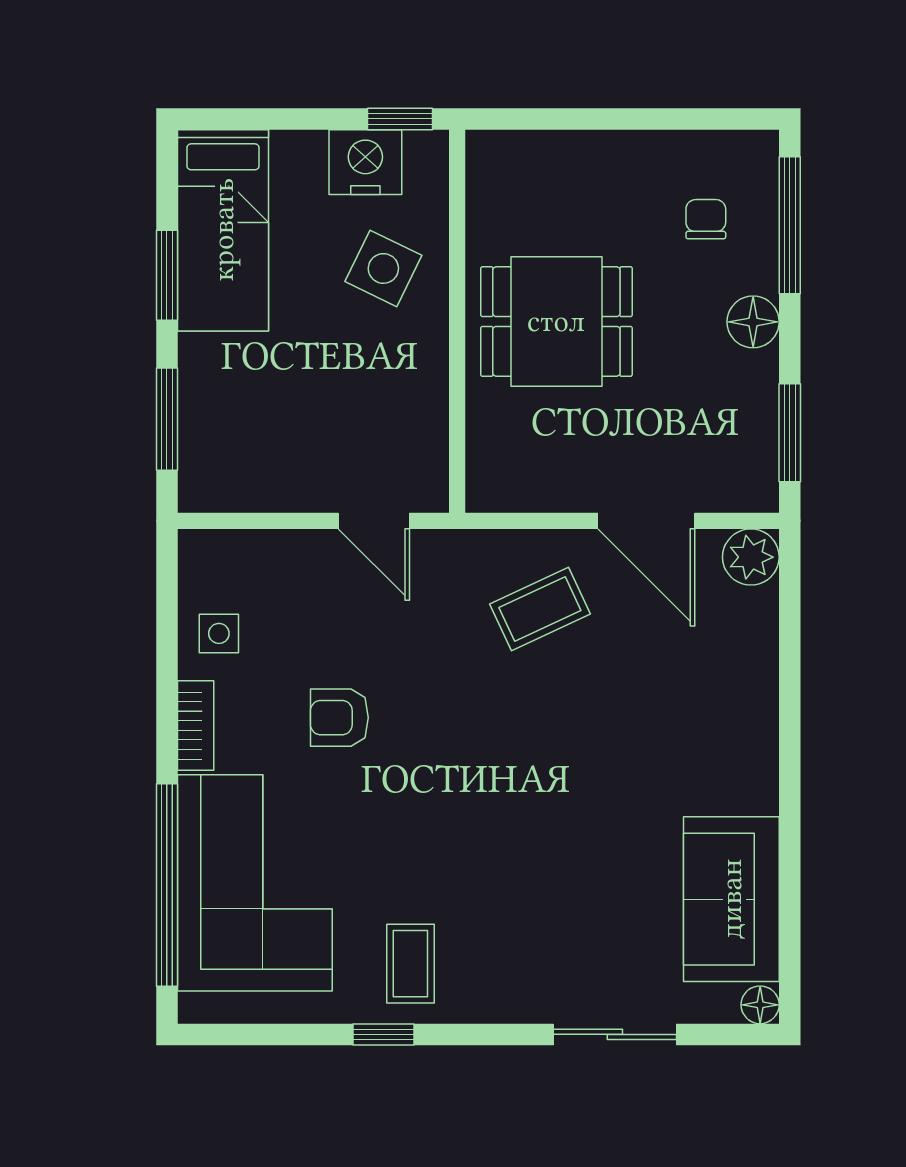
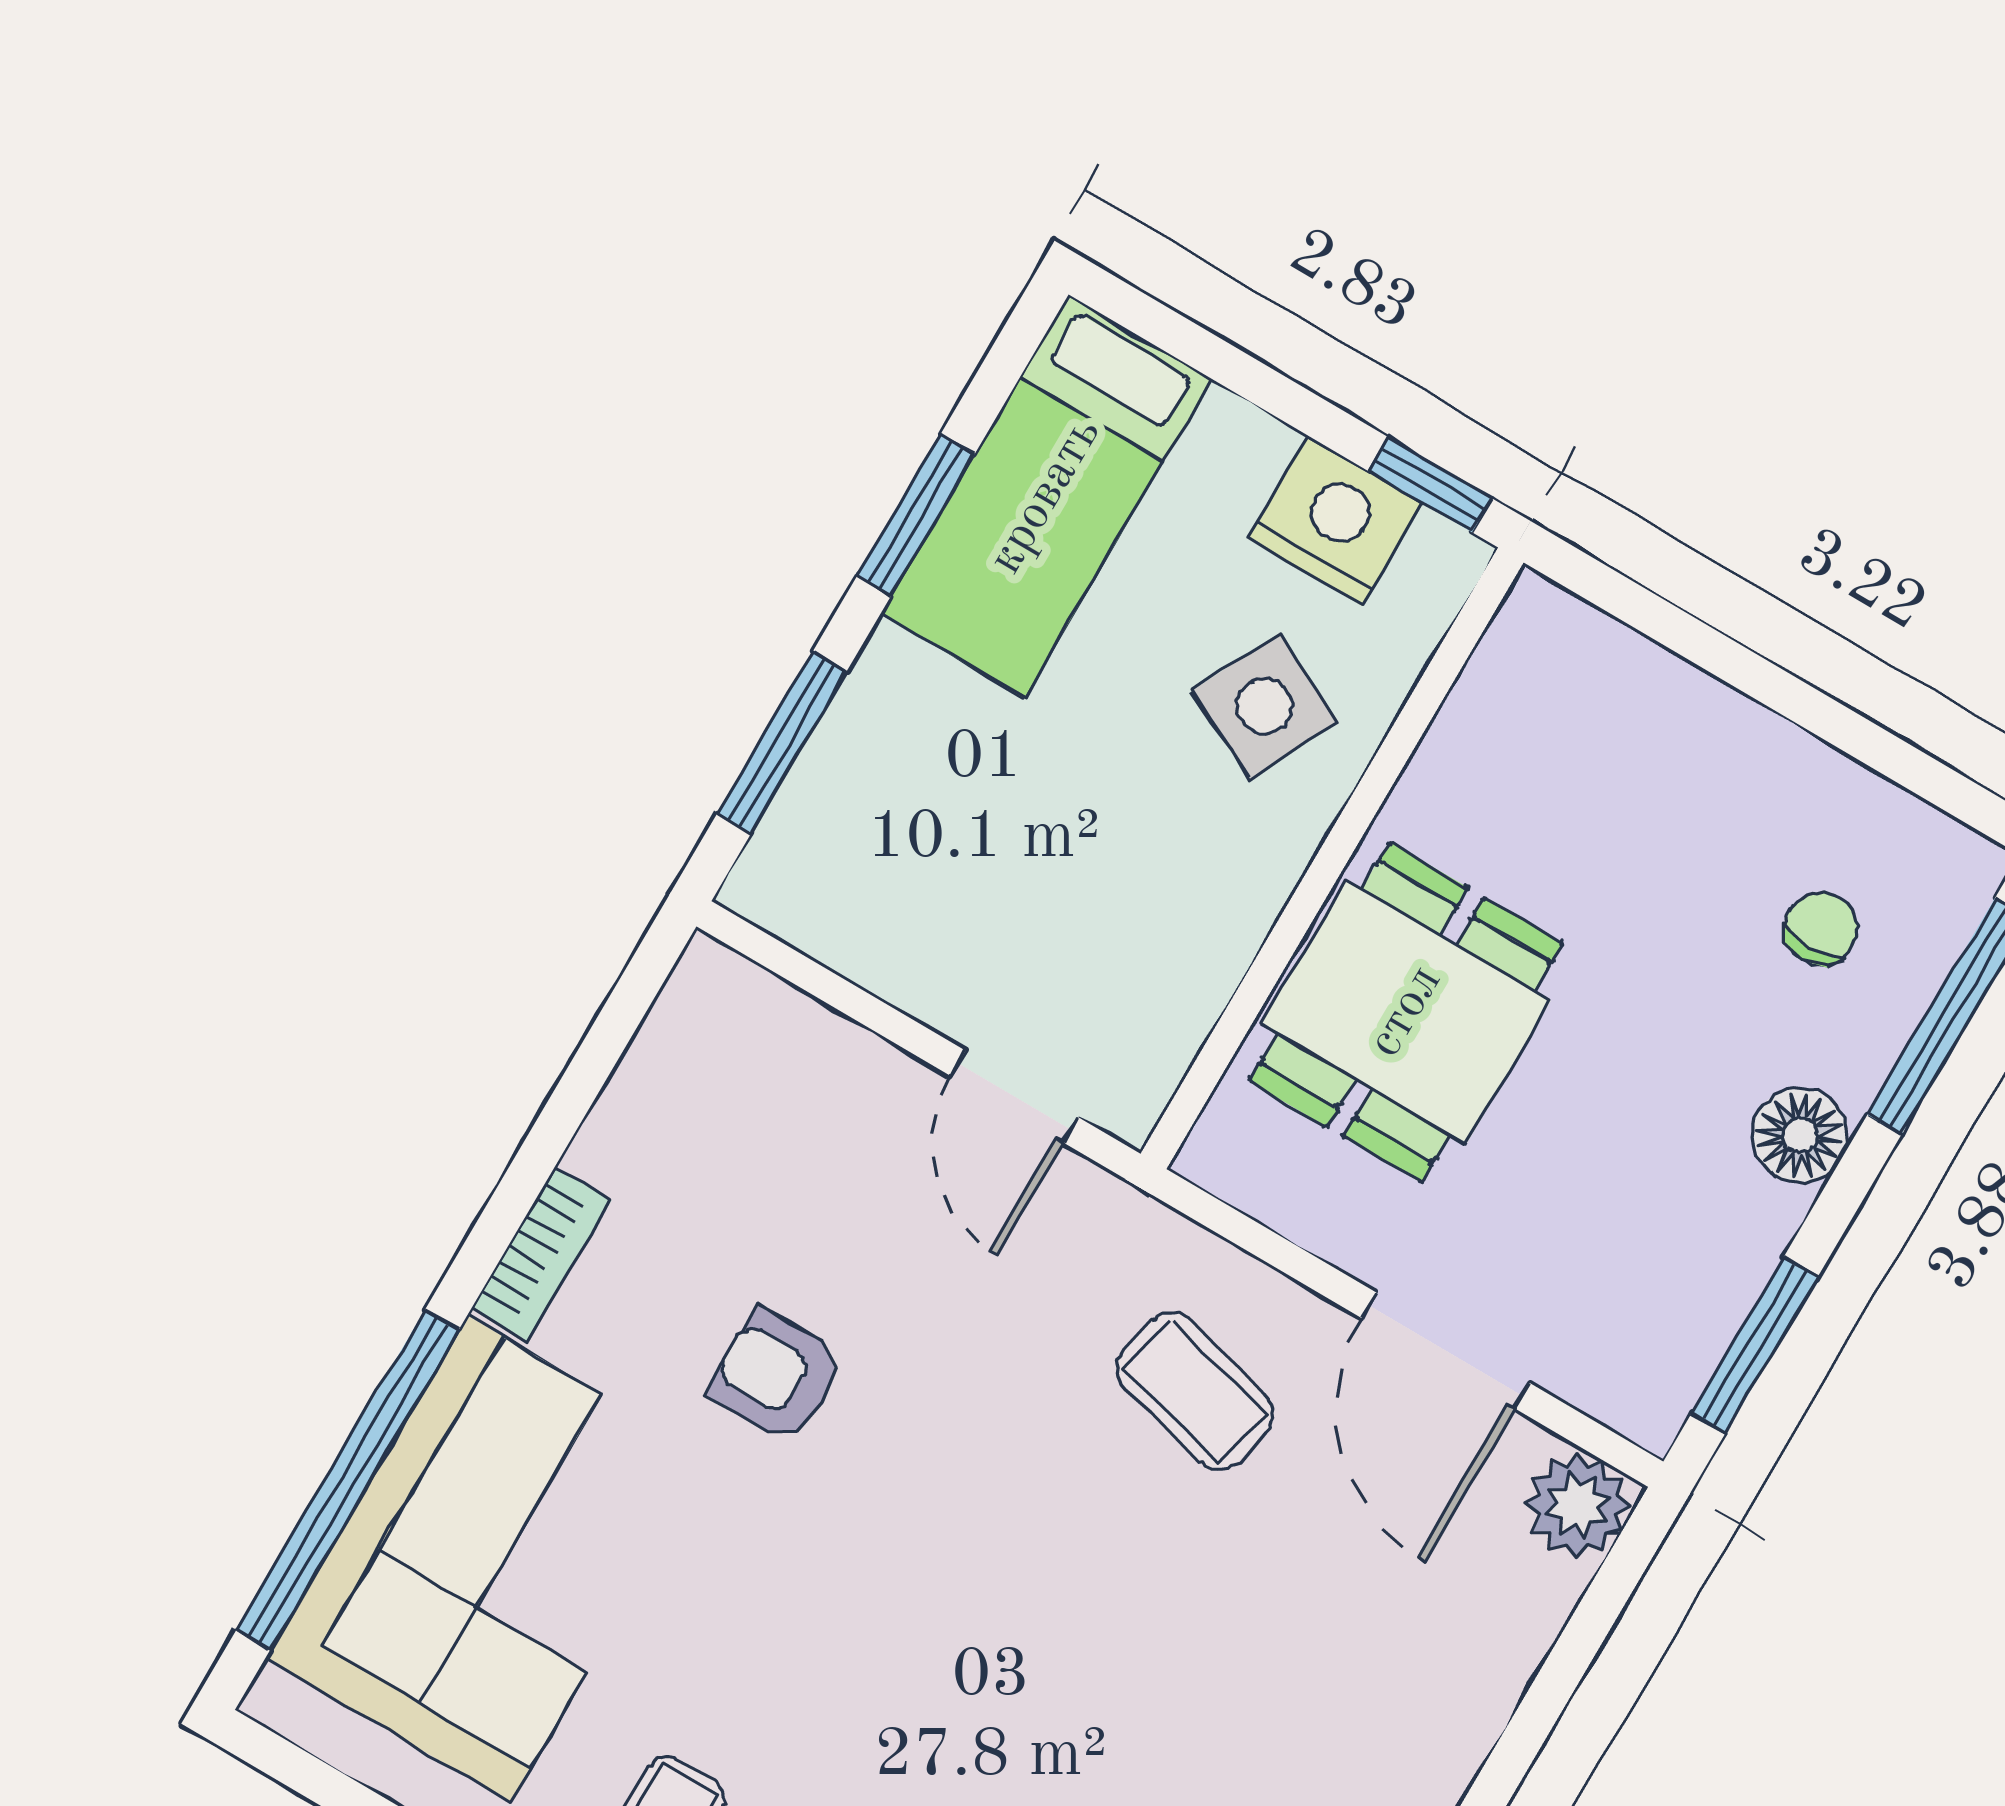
dining table: (556, 321) -> (1406, 1012), moved, turned 90
coffee table: (540, 609) -> (1195, 1391), turned 39
side table: (219, 633) -> (664, 1130), removed

